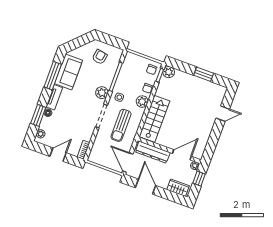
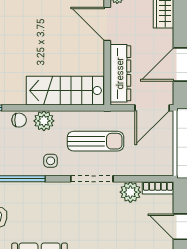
plant: (102, 93) -> (130, 192), moved

